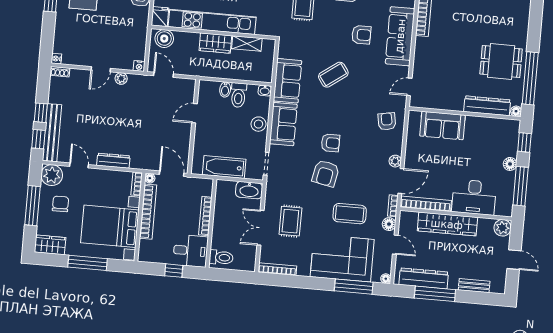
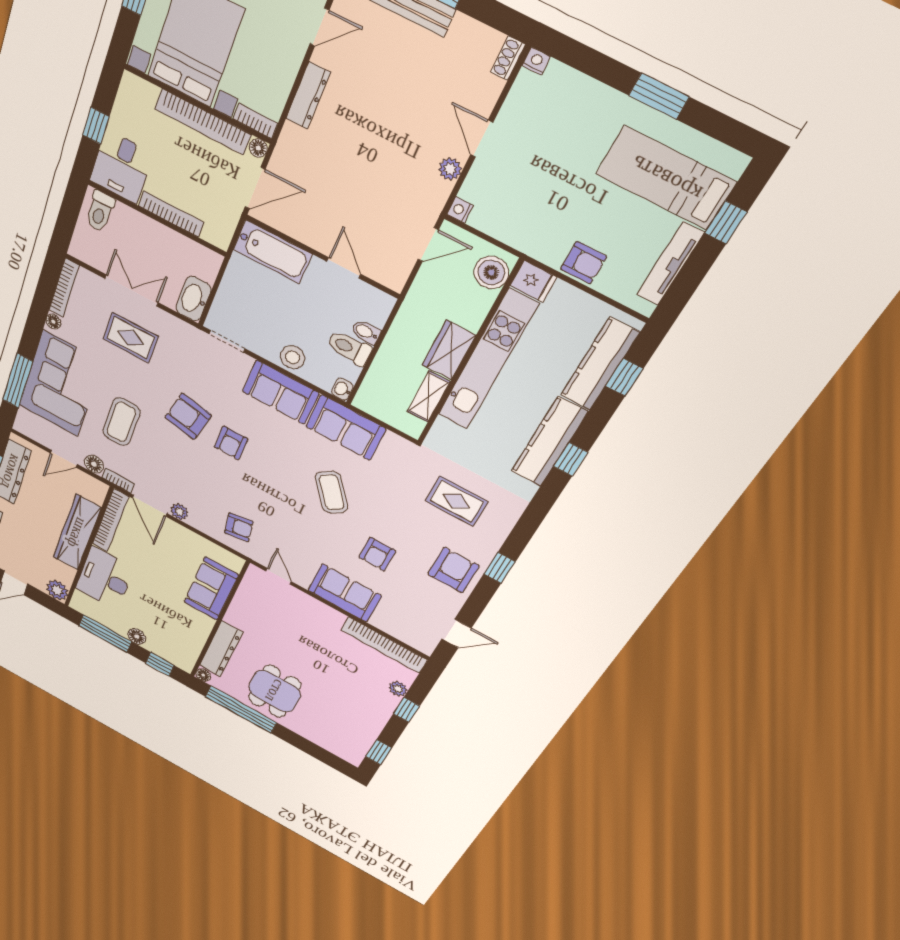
sofa: (400, 36) -> (345, 593), width x0.73
bathtub: (224, 167) -> (272, 252), moved, turned 90
floor lamp: (386, 279) -> (53, 322), moved

